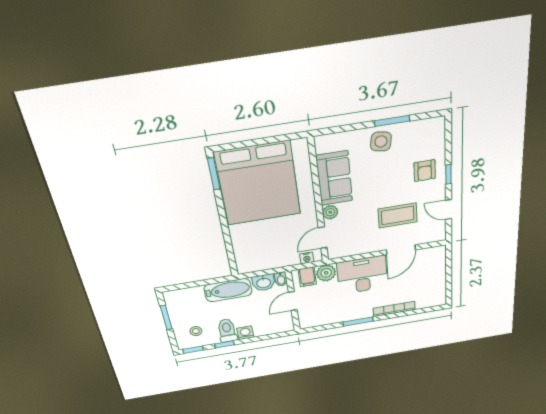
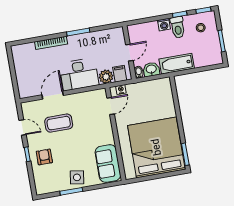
sofa: (334, 178) -> (108, 163), moved
plant: (330, 212) -> (107, 126), removed

